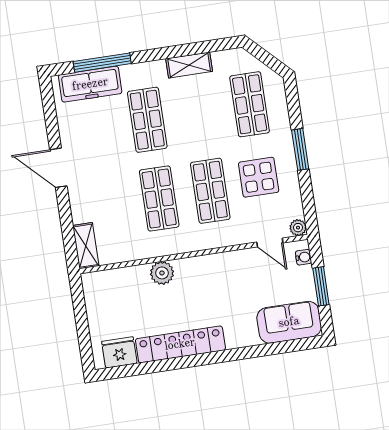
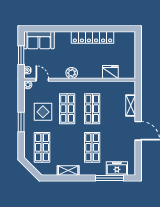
freezer: (90, 84) -> (117, 168), width x0.71
shelving: (86, 246) -> (131, 105), moved
plant: (162, 273) -> (72, 73), moved
fridge: (119, 352) -> (110, 72), moved, turned 180

